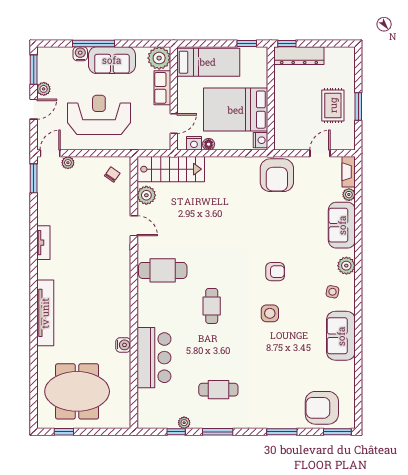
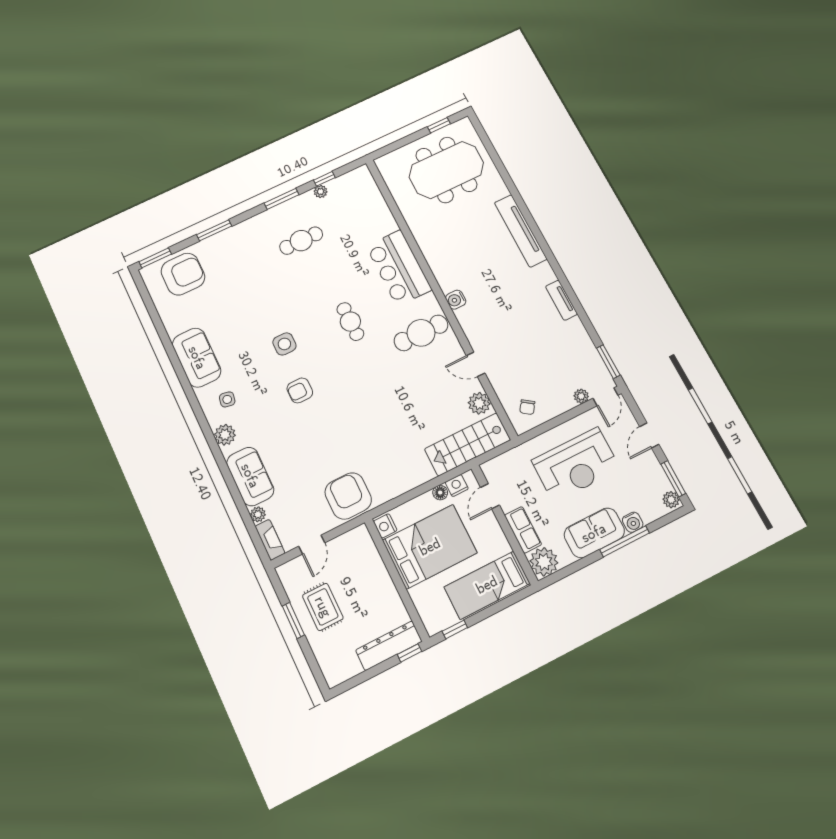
plant: (44, 89) -> (671, 500), moved
water cooler: (123, 345) -> (456, 300), moved
bar counter: (154, 358) -> (399, 268), moved

